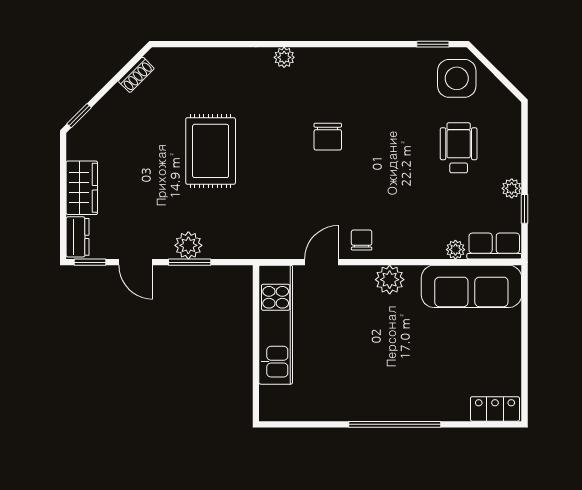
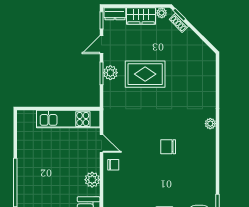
shoe rack: (136, 75) -> (179, 23), moved
plant: (76, 149) -> (162, 13), added
rug: (211, 151) -> (145, 74), moved

